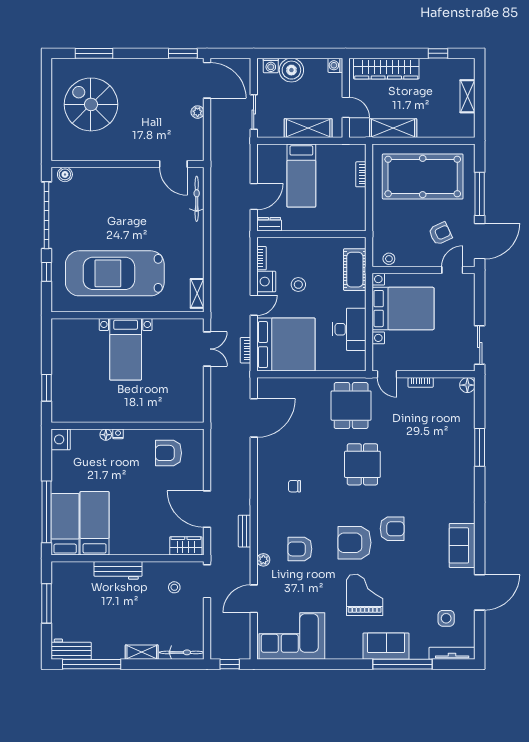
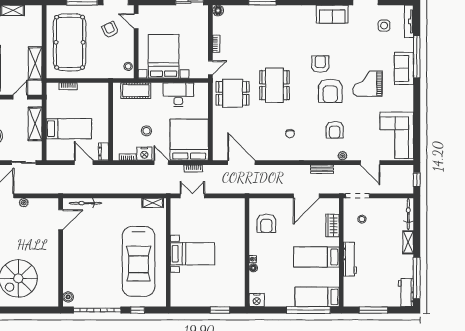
dining table: (362, 464) -> (274, 85), width x1.38
bed: (95, 523) -> (316, 257), moved
wardrobe: (186, 546) -> (332, 226), moved

